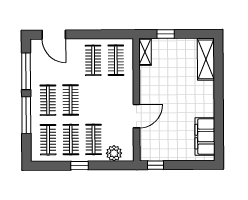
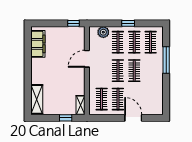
door: (54, 35) -> (133, 118), moved
window: (26, 71) -> (166, 92), removed
clothes rail: (48, 100) -> (118, 71), moved

